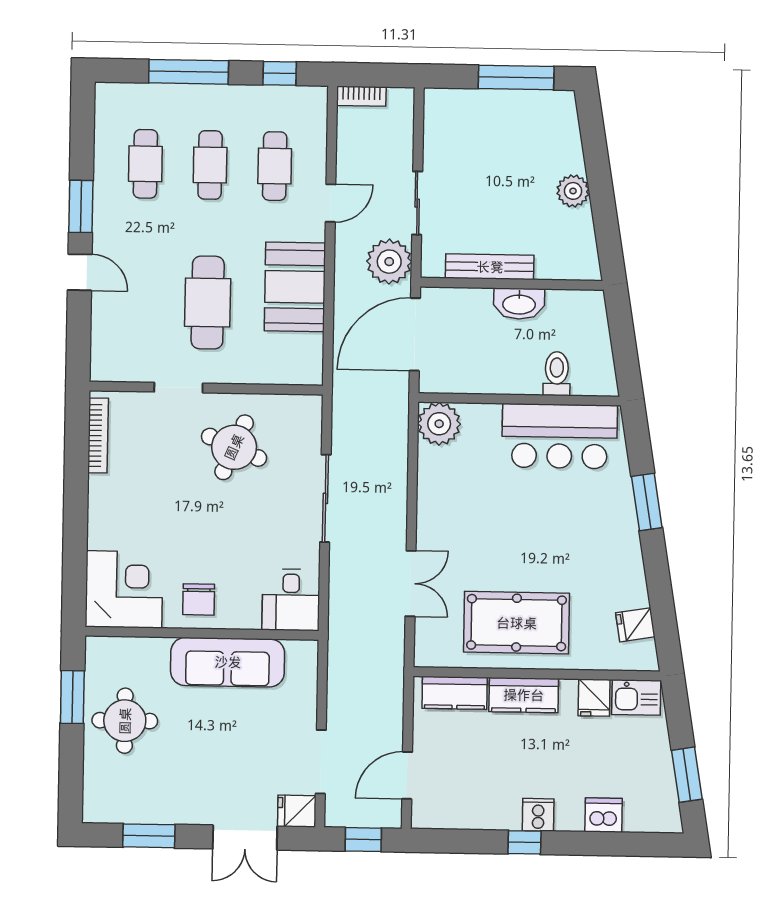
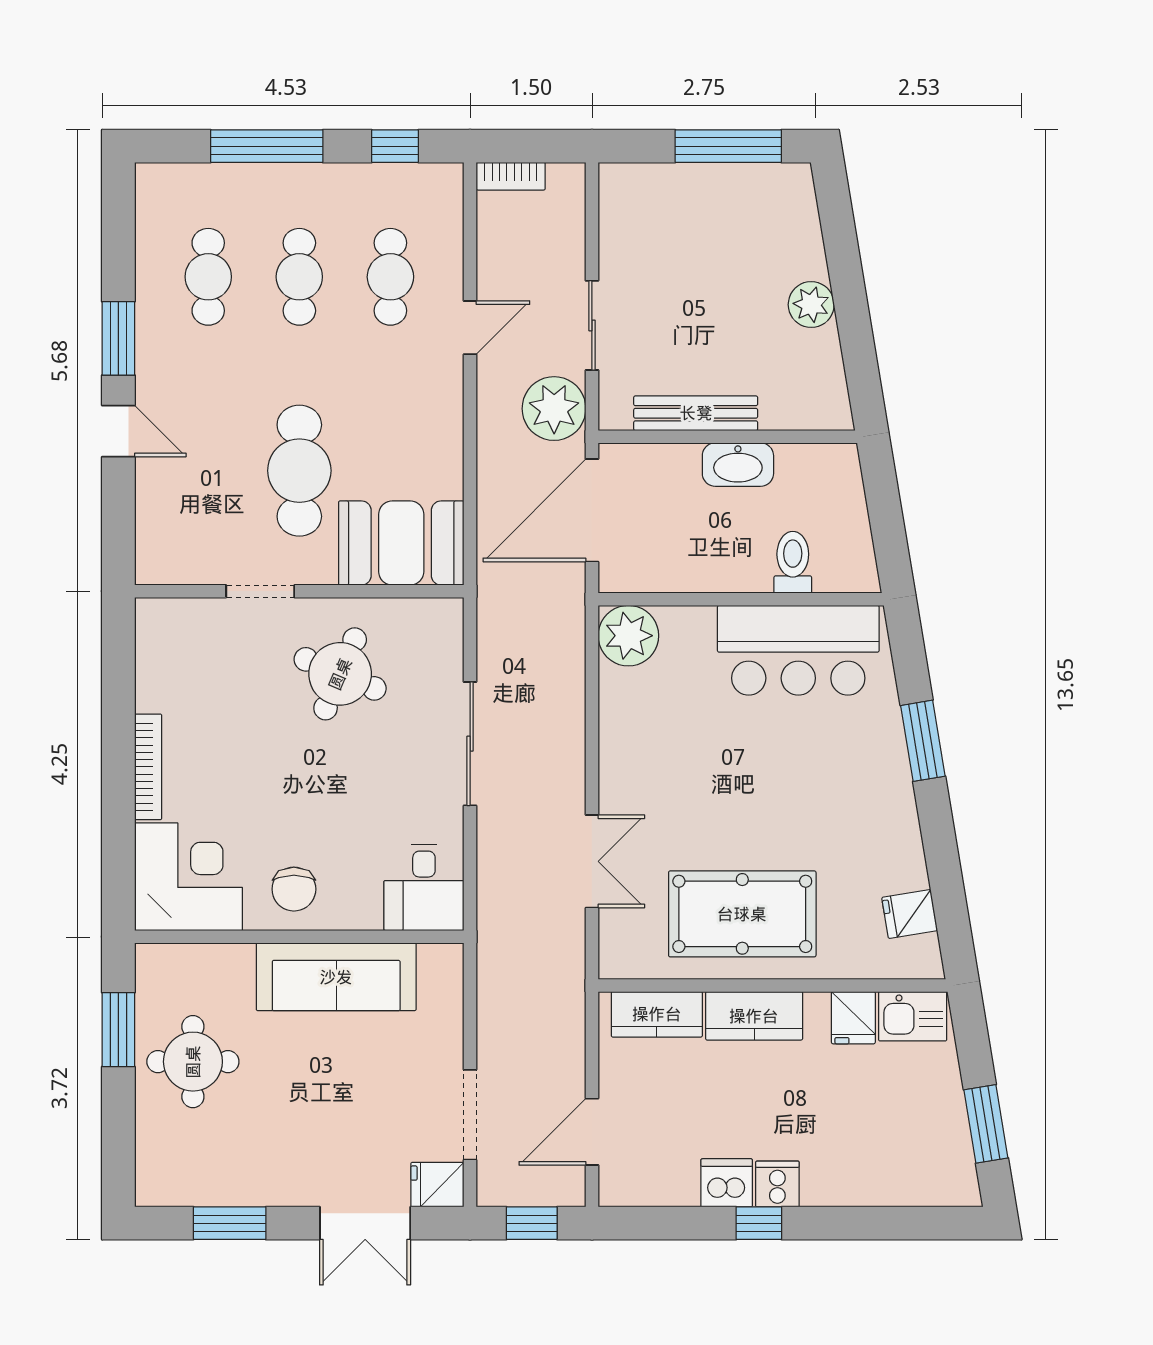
booth: (295, 287) -> (401, 543), moved, turned 90
bookcase: (98, 435) -> (148, 767), moved
dishwasher: (604, 815) -> (727, 1183), moved

